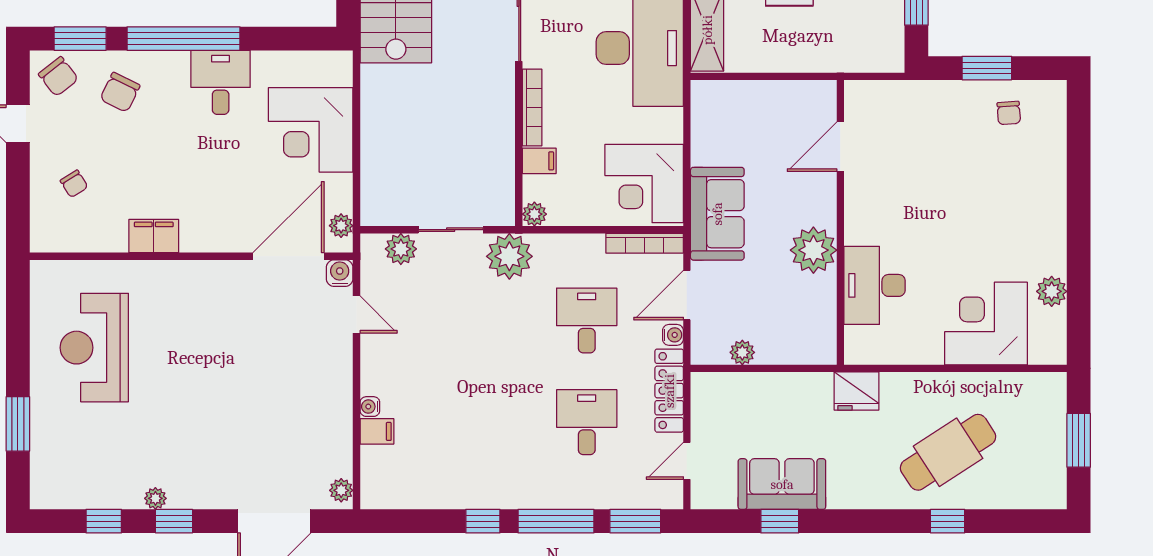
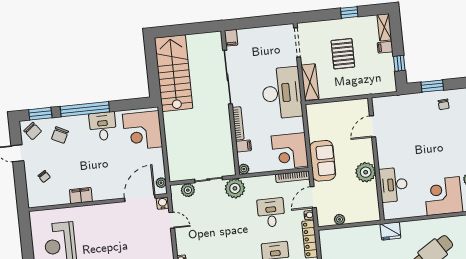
corner desk: (311, 130) -> (142, 130), moved

